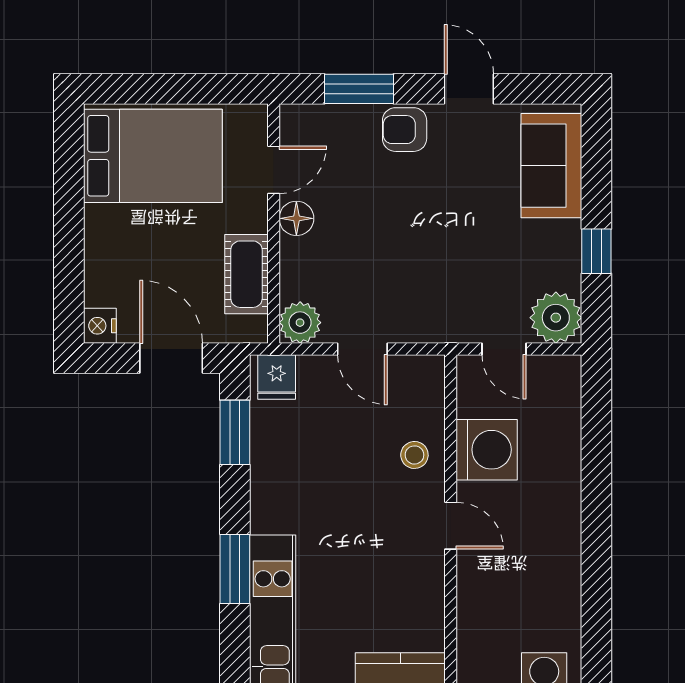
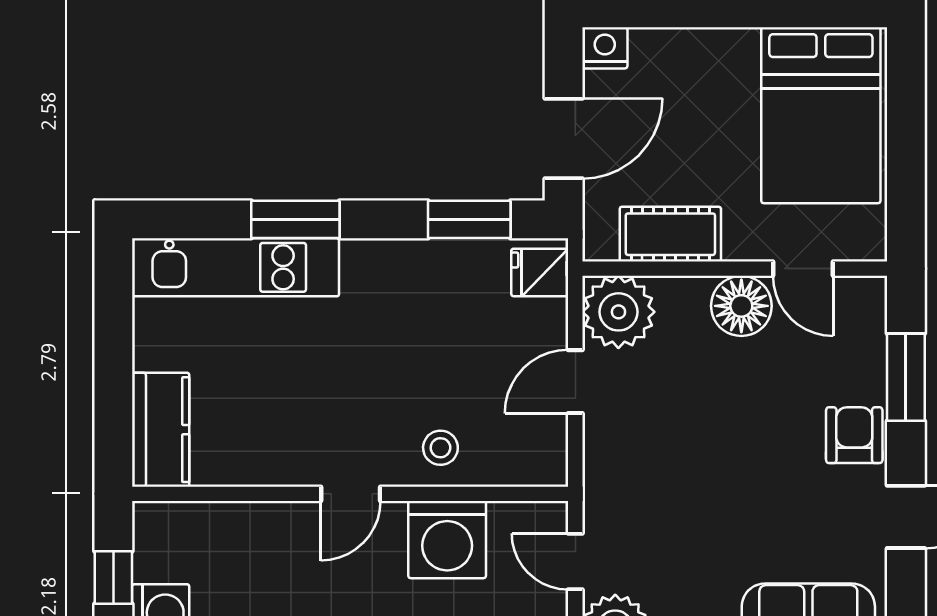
floor lamp: (296, 218) -> (741, 306), width x1.38, depth x1.38
plant: (300, 323) -> (618, 312), width x1.36, depth x1.36
door: (504, 349) -> (575, 562), hinge flipped

